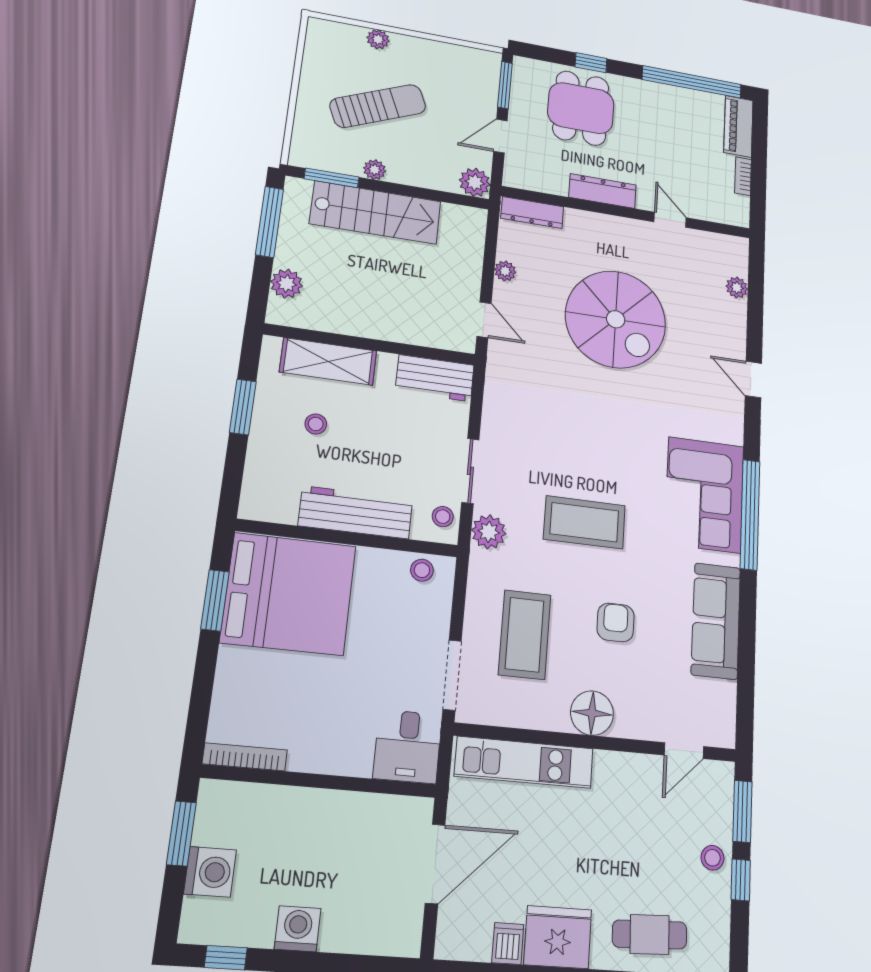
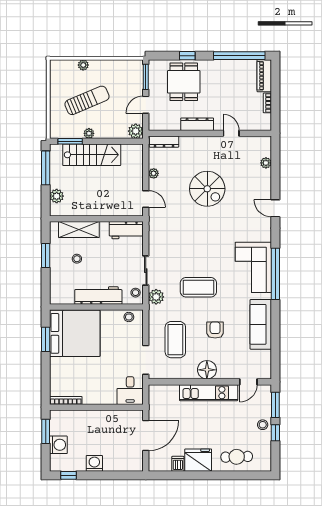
spiral stairs: (616, 319) -> (207, 189), width x0.73, depth x0.73
kitchen unit: (524, 762) -> (209, 393), moved

